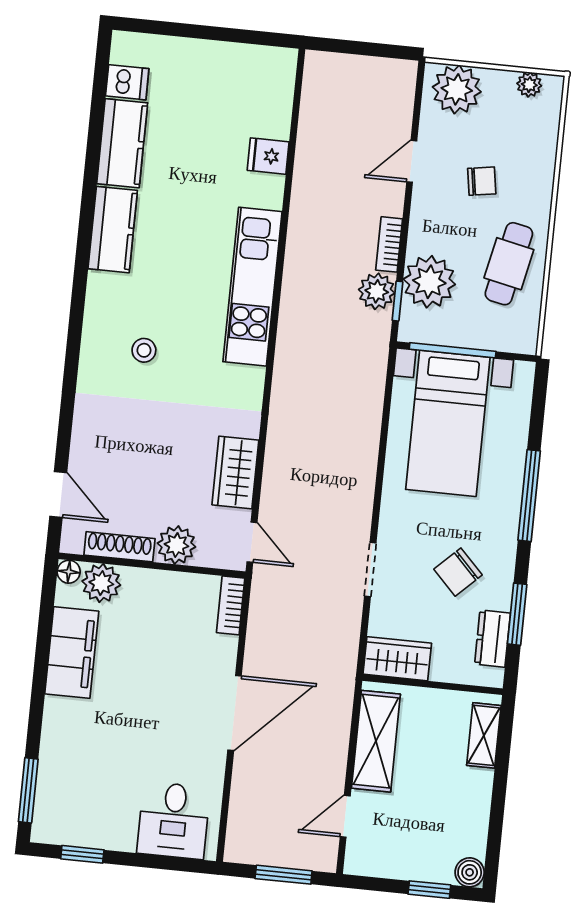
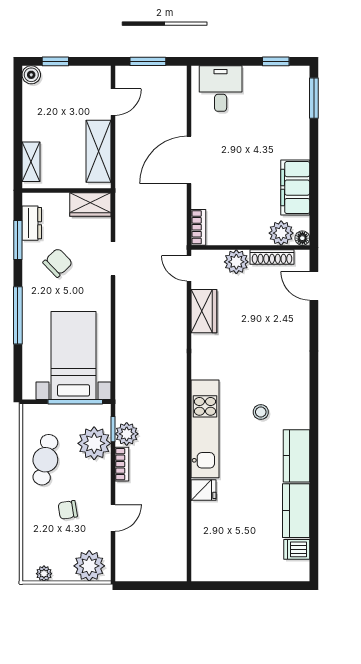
fridge: (268, 156) -> (203, 490), moved
stool: (144, 350) -> (261, 412), moved

